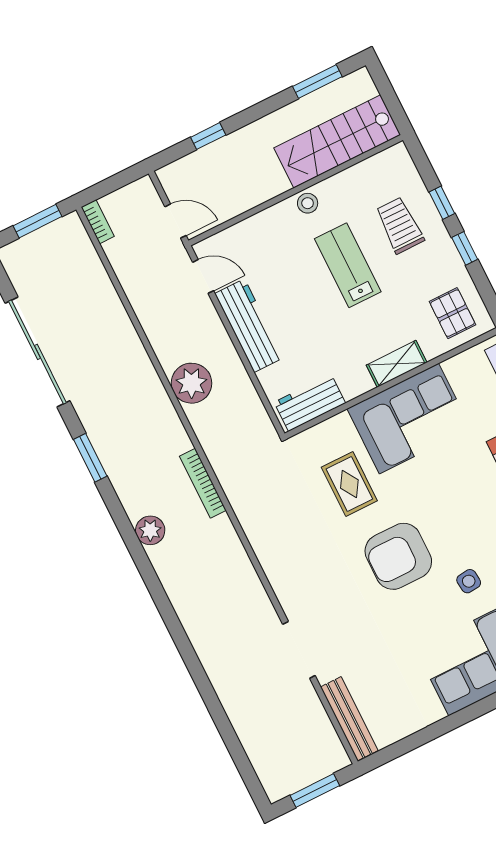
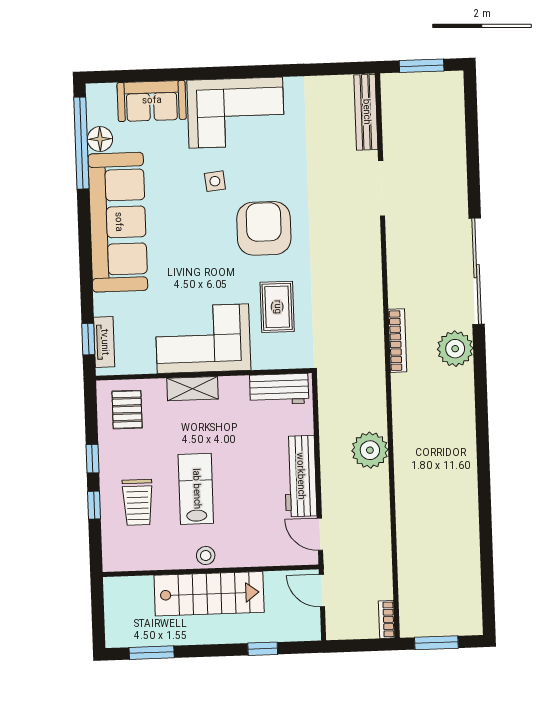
stairs: (337, 141) -> (209, 594), moved
lab bench: (348, 265) -> (196, 489), turned 180
sliding door: (37, 352) -> (477, 271), moved
window: (90, 458) -> (482, 427), removed
bookcase: (203, 483) -> (397, 341), moved
plant: (150, 530) -> (455, 349), width x1.36, depth x1.36
armchair: (398, 556) -> (264, 228), turned -90

